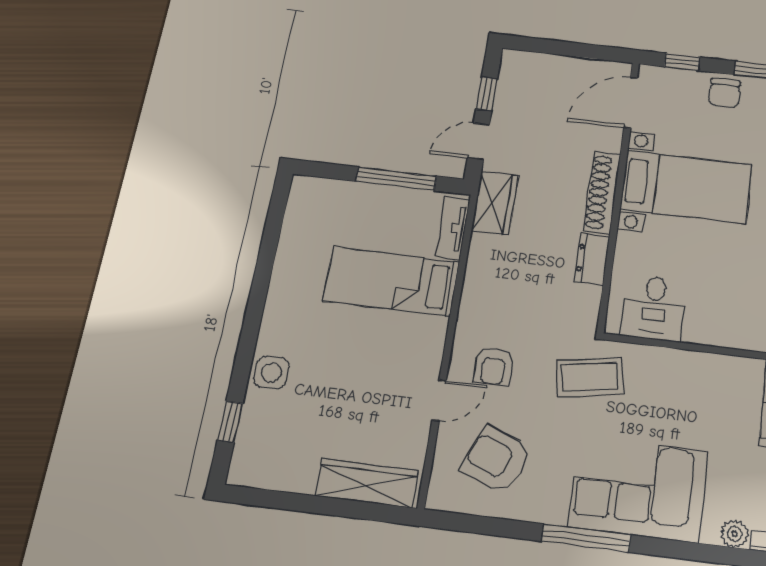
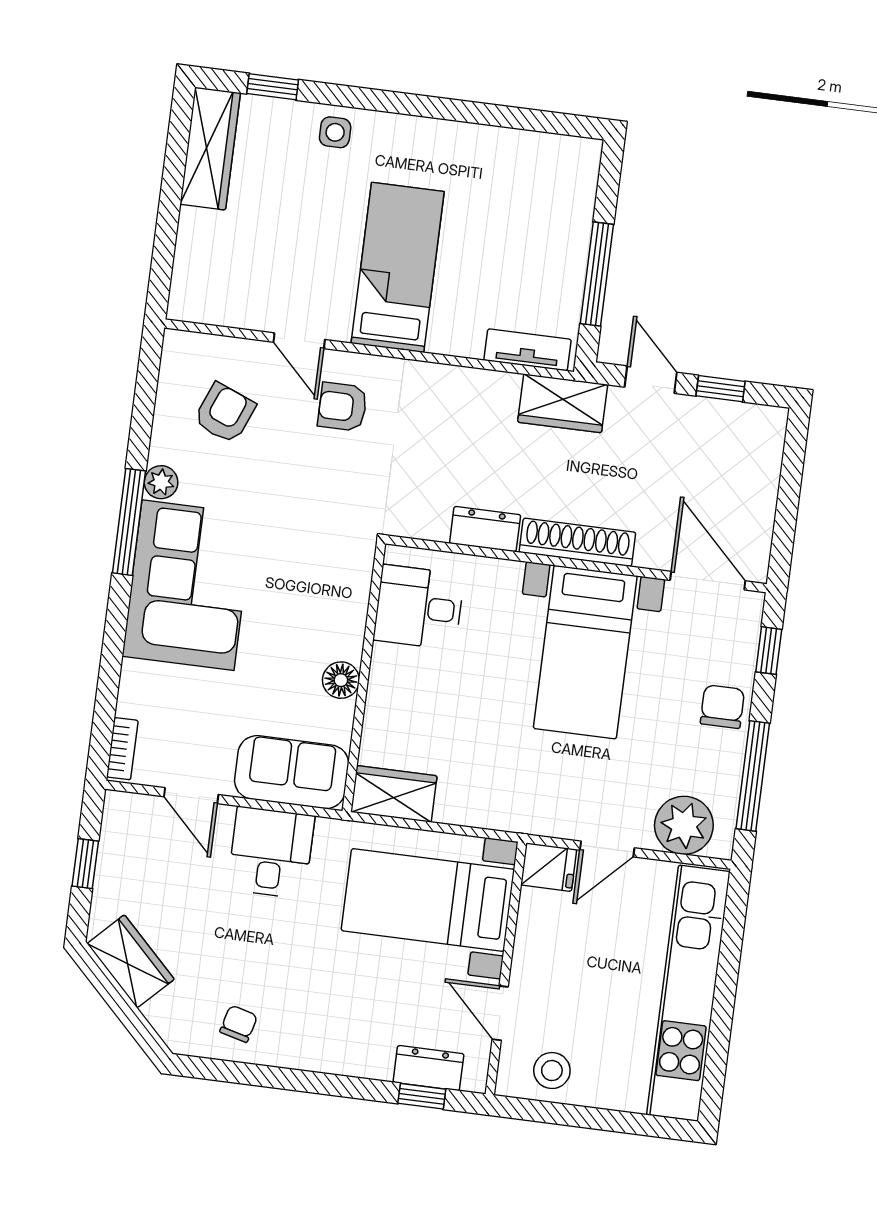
chair: (725, 93) -> (722, 707), turned 90
bed: (391, 281) -> (398, 267), moved
floor lamp: (713, 367) -> (341, 680), added
side table: (271, 372) -> (335, 132), width x0.73, depth x0.73
coffee table: (590, 377) -> (328, 527), removed
armchair: (497, 459) -> (225, 413), width x0.72, depth x0.72
wardrobe: (367, 483) -> (210, 149), moved
plant: (735, 534) -> (161, 482), moved

